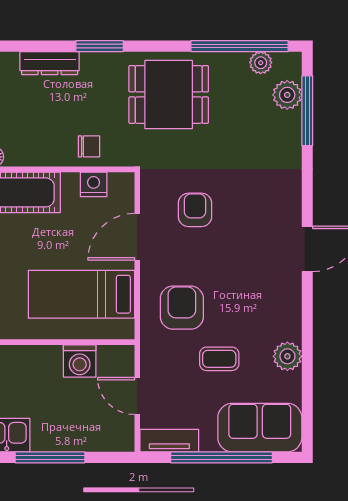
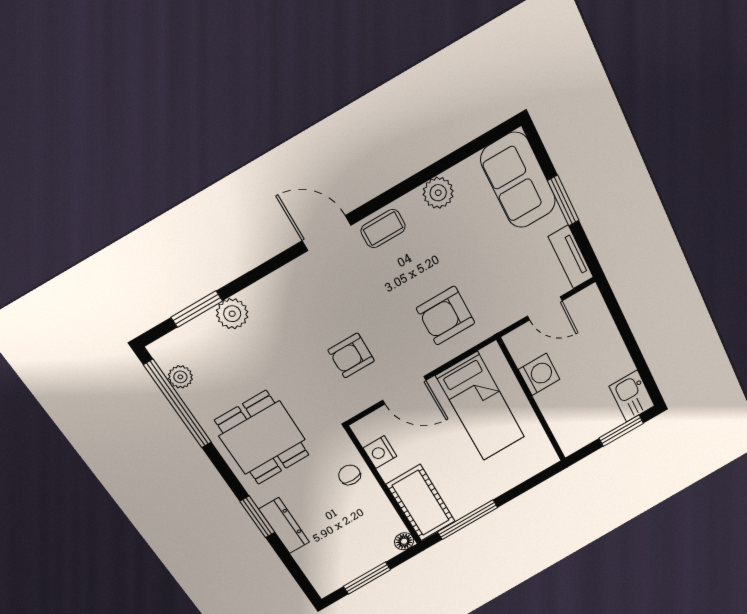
dresser: (50, 63) -> (284, 526), moved
plant: (287, 95) -> (232, 314), moved
window: (307, 111) -> (197, 309), width x0.69
coffee table: (219, 359) -> (383, 229), moved, turned 90
door: (137, 396) -> (545, 308), hinge flipped
window: (50, 457) -> (634, 351), removed
window: (221, 457) -> (563, 201), width x0.47

